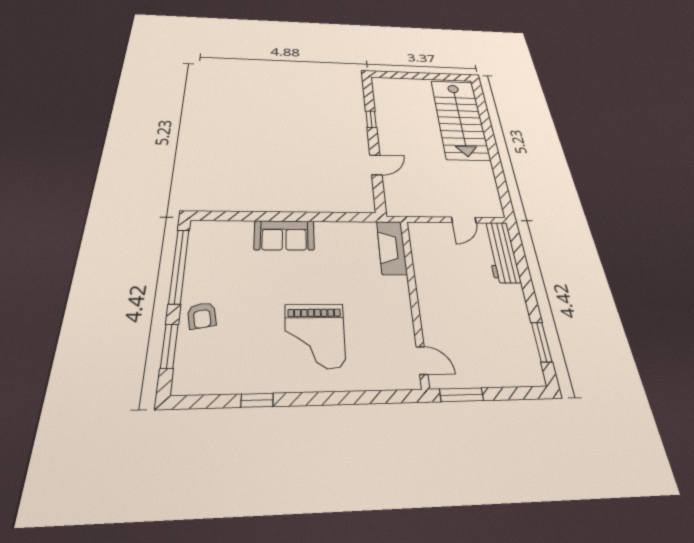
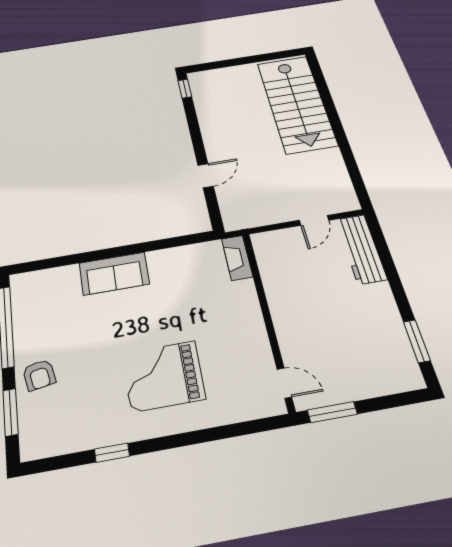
window: (371, 119) -> (185, 89), moved
fireplace: (392, 248) -> (237, 258), width x0.73, depth x0.76
grand piano: (315, 336) -> (163, 376), turned 90

